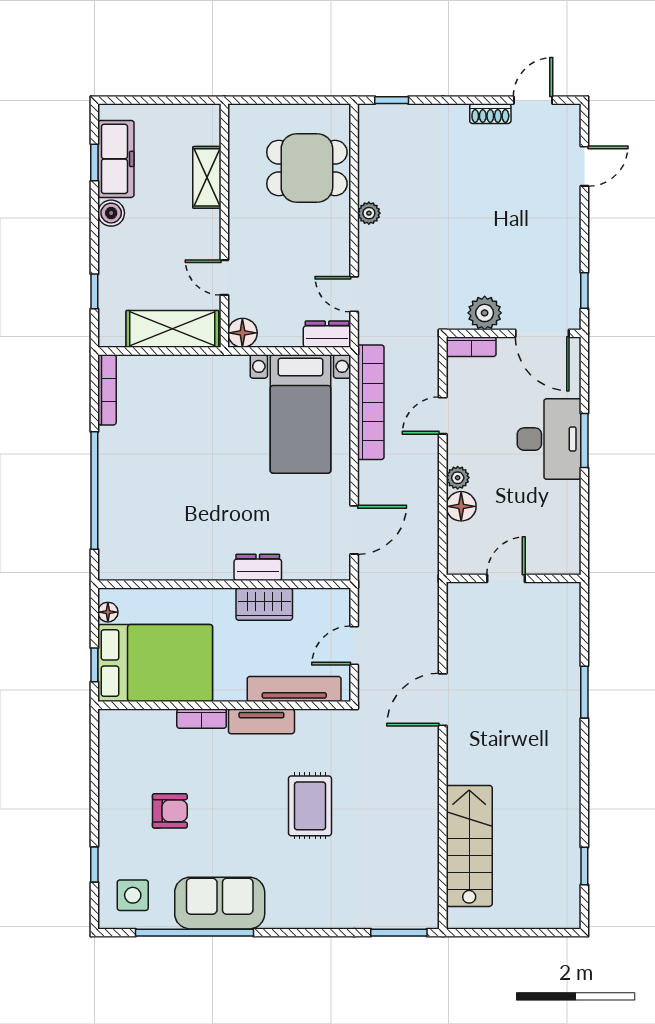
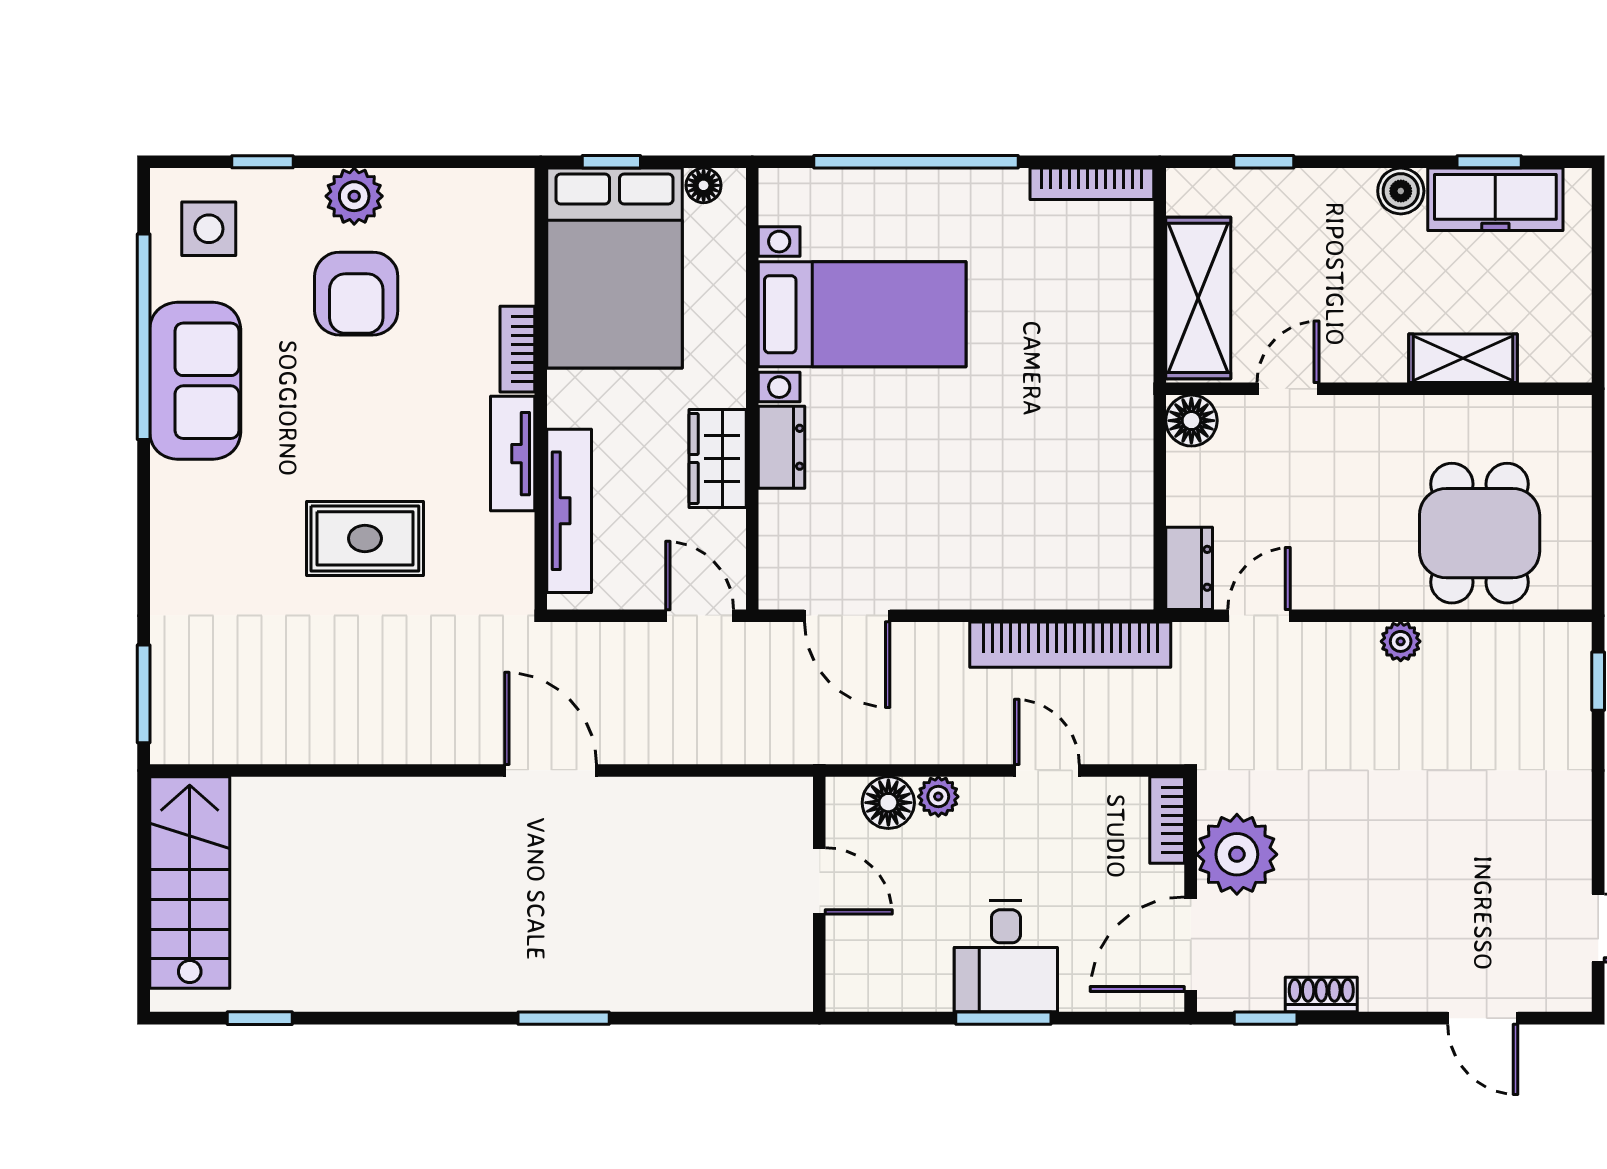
shoe rack: (490, 114) -> (1321, 994), moved, turned 90
plant: (485, 313) -> (1237, 854), width x1.36, depth x1.36
bed with nightstands: (300, 414) -> (862, 314), moved, turned 180
desk: (549, 439) -> (1006, 956), width x0.73
door: (506, 578) -> (819, 881), moved
wall: (514, 578) -> (819, 894), moved
door: (354, 646) -> (700, 616), moved
armchair: (170, 811) -> (356, 294), width x1.38, depth x1.38
plant: (114, 812) -> (354, 196), added
stairs: (469, 846) -> (190, 883), moved, turned -90

